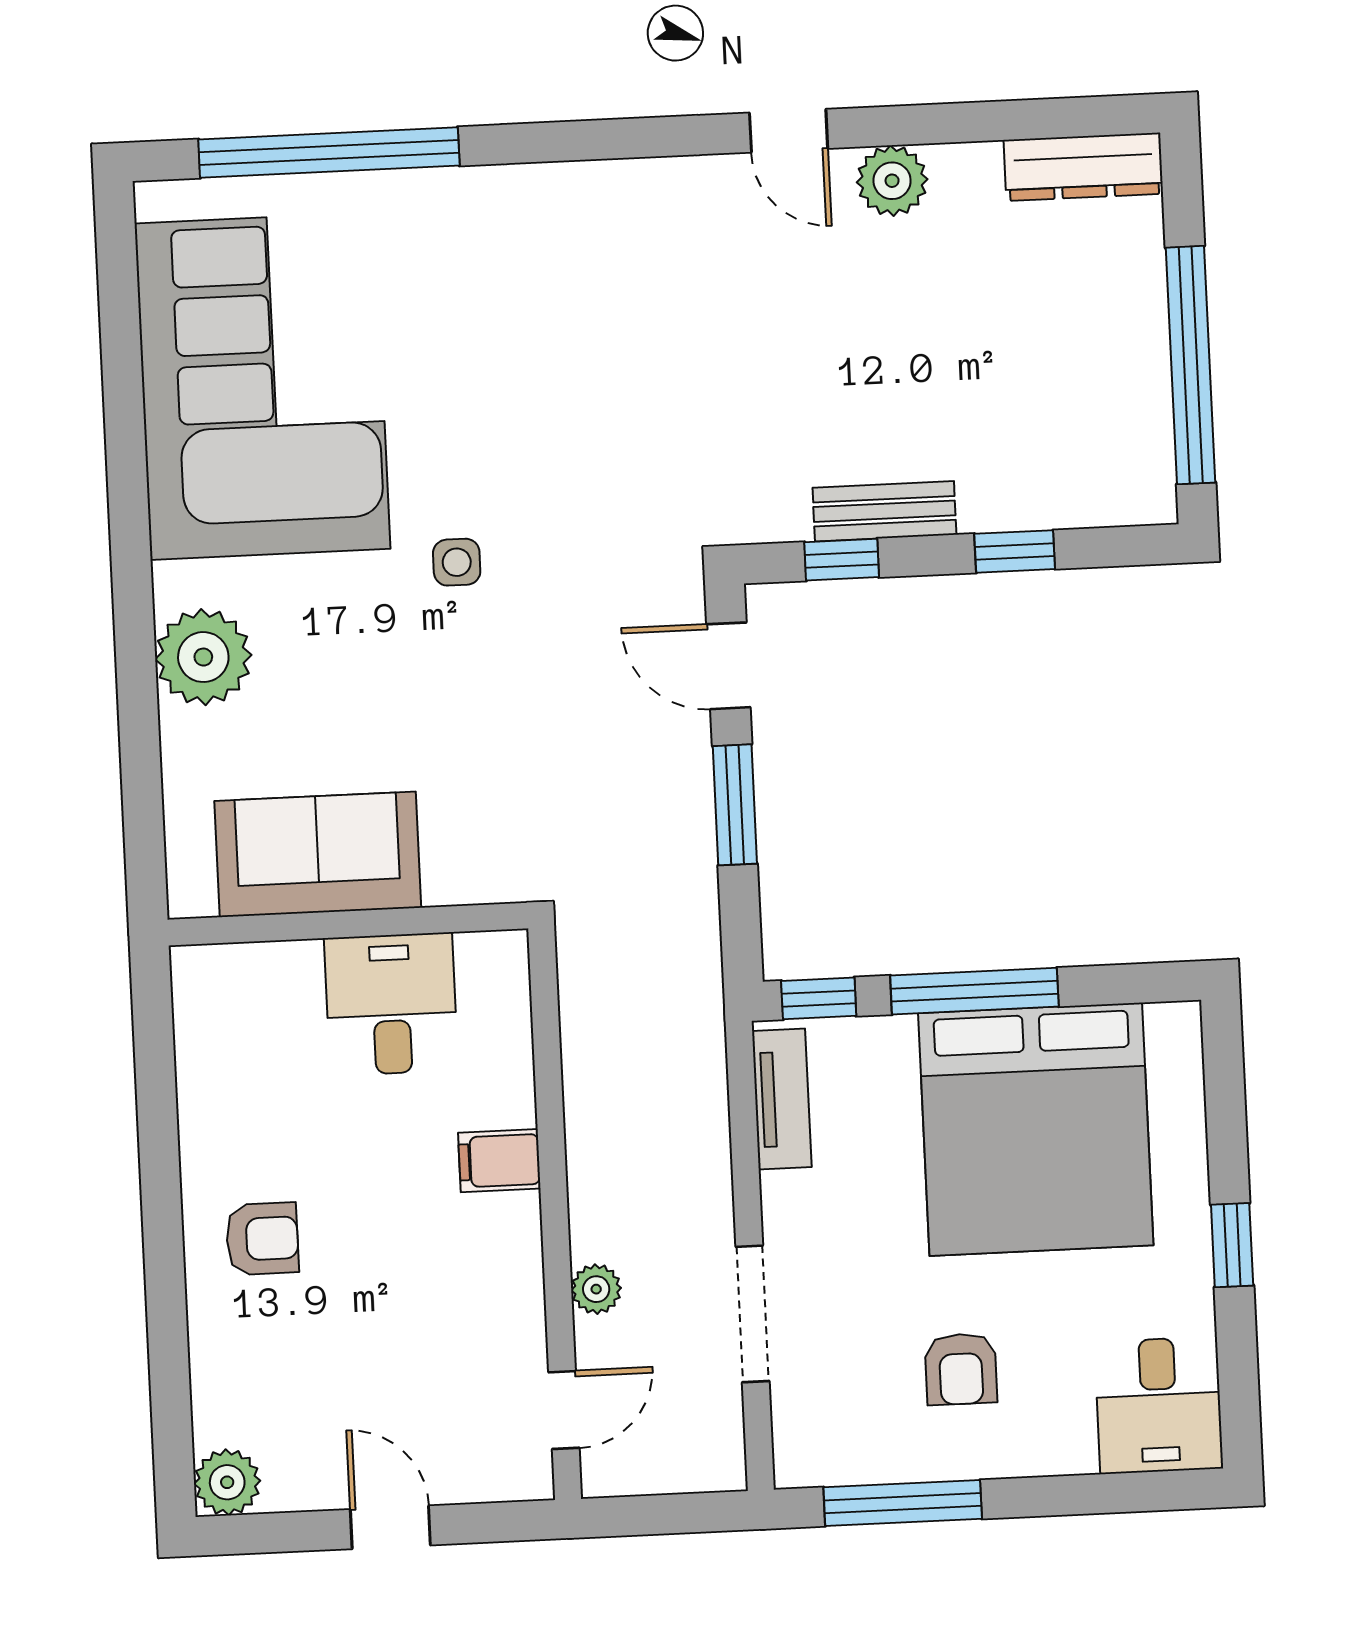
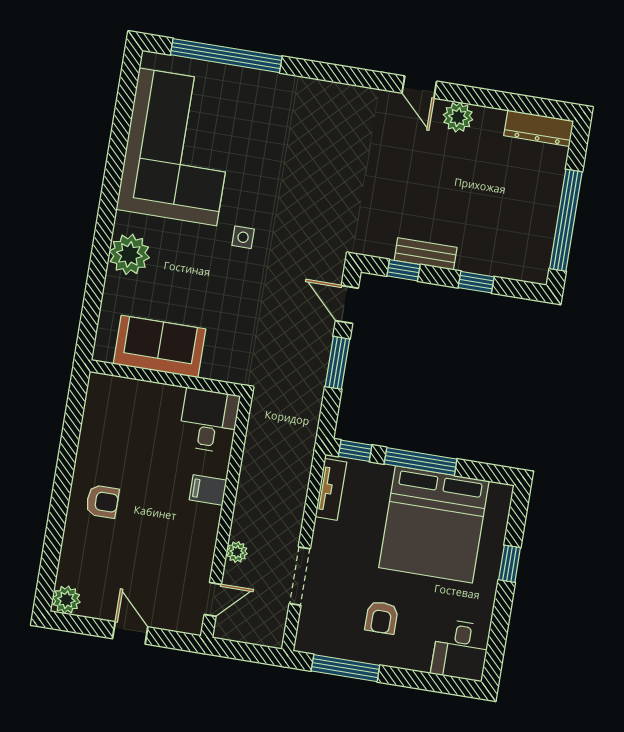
desk: (391, 1004) -> (209, 421), moved
window: (1232, 1245) -> (510, 564), moved

